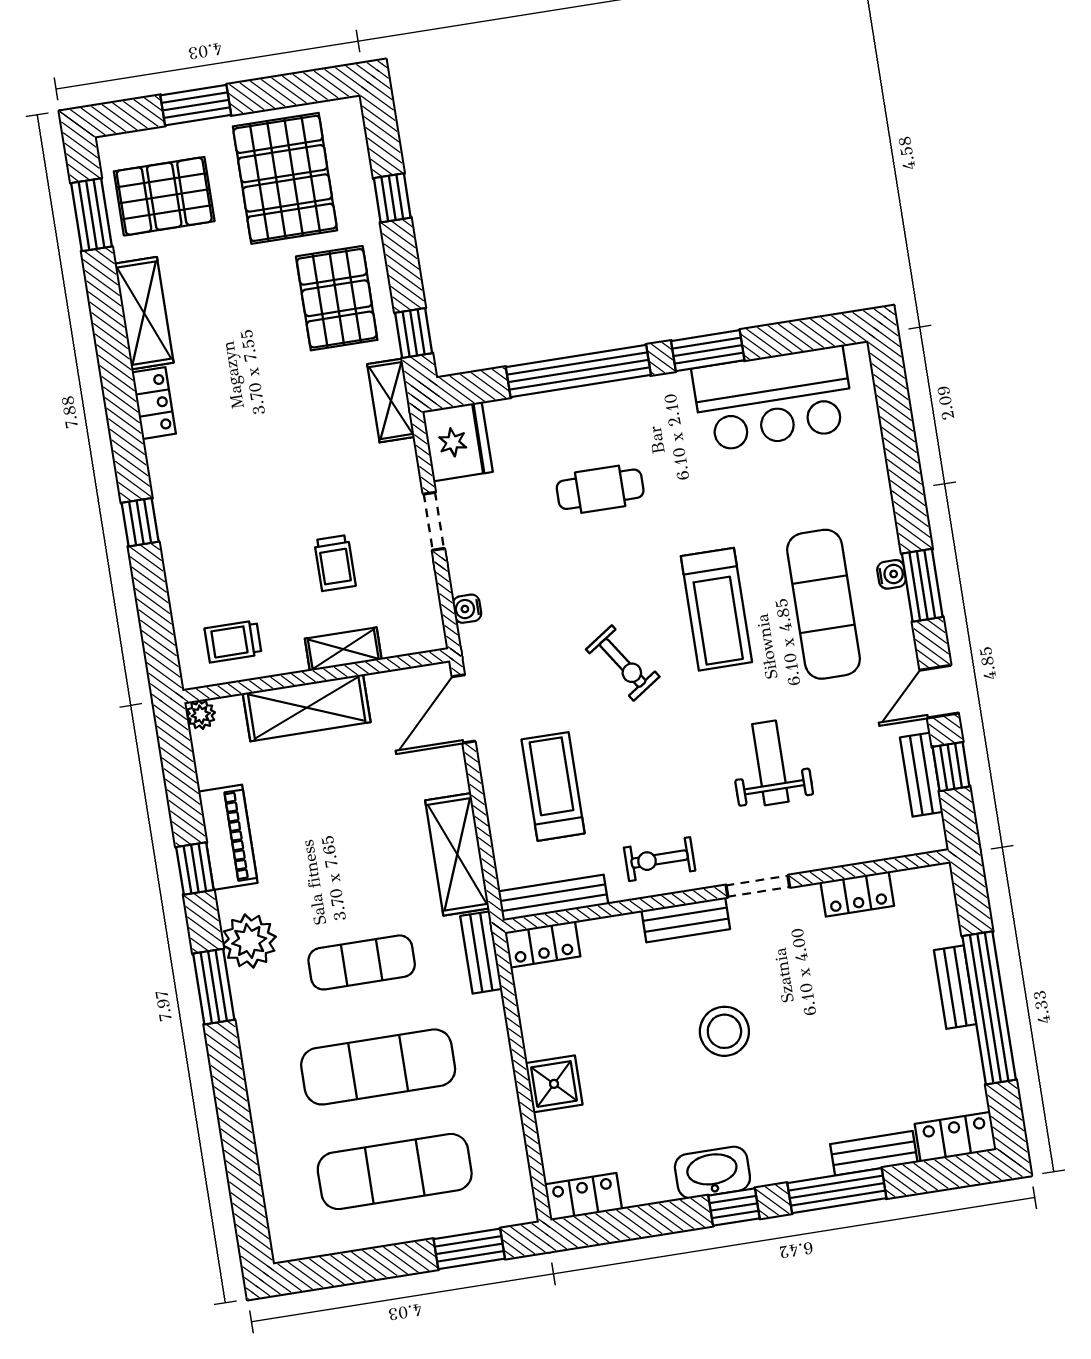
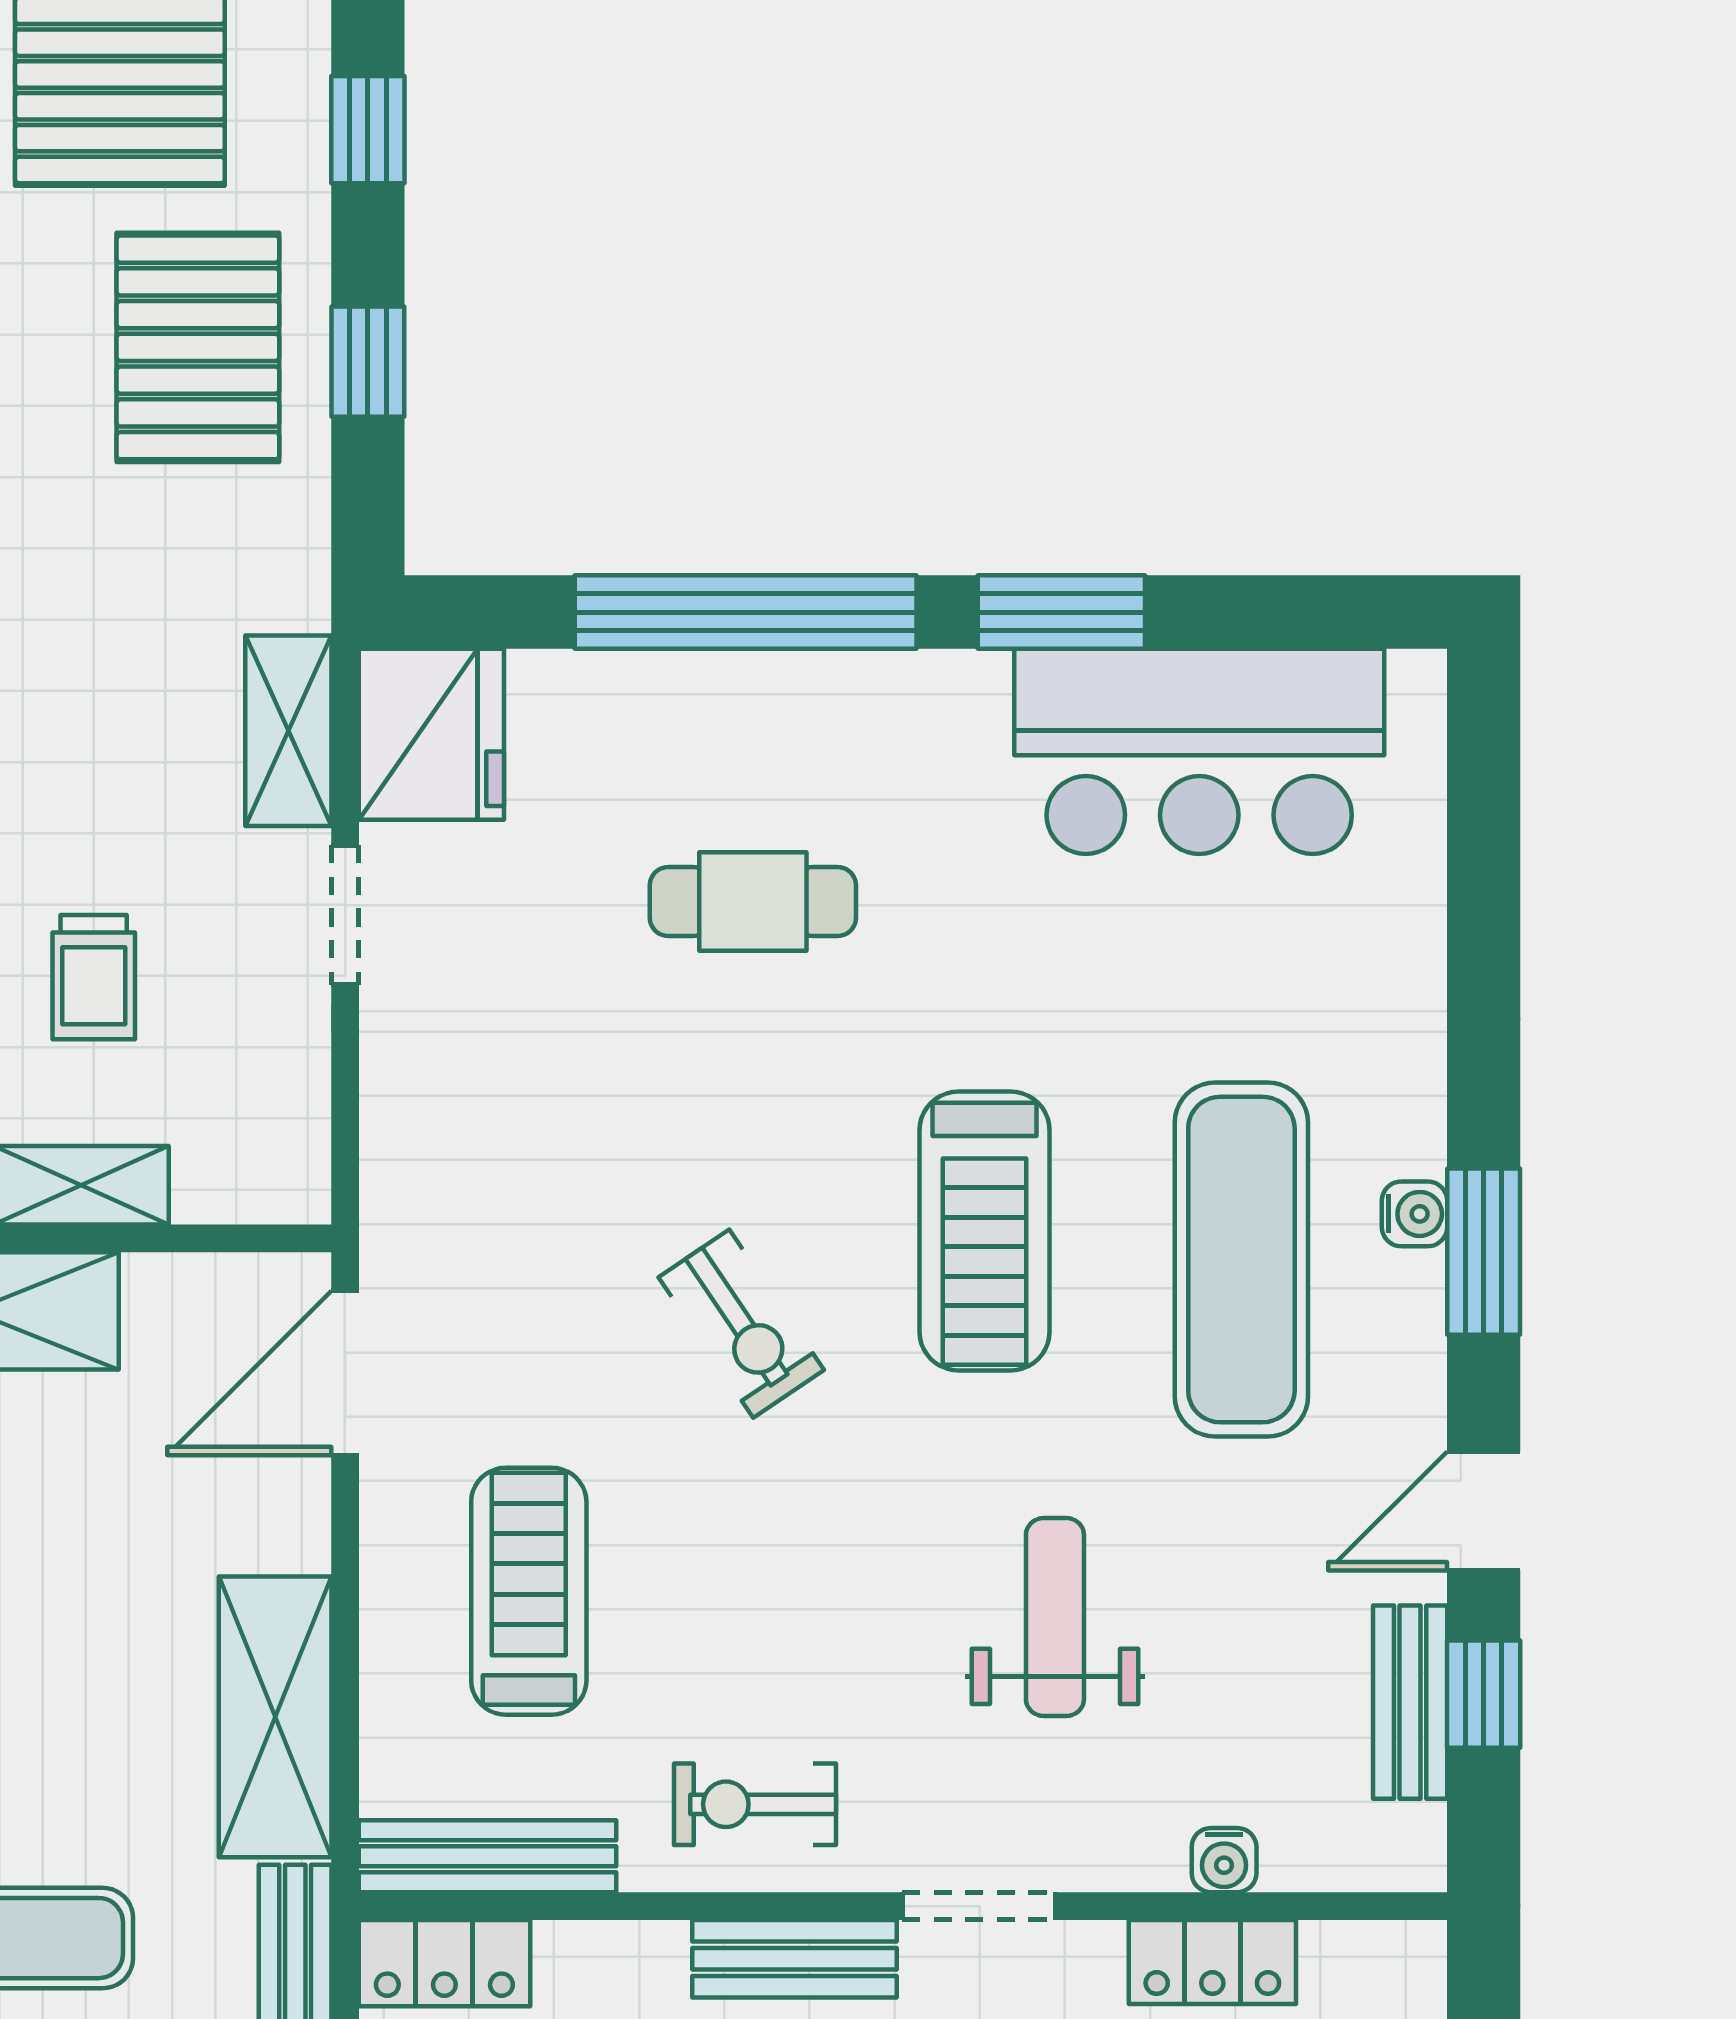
window: (414, 333) -> (368, 362), moved
shelving: (391, 401) -> (288, 731), moved
water cooler: (467, 609) -> (1224, 1860), moved, turned -90

